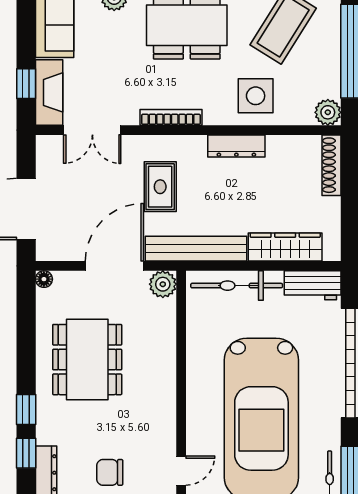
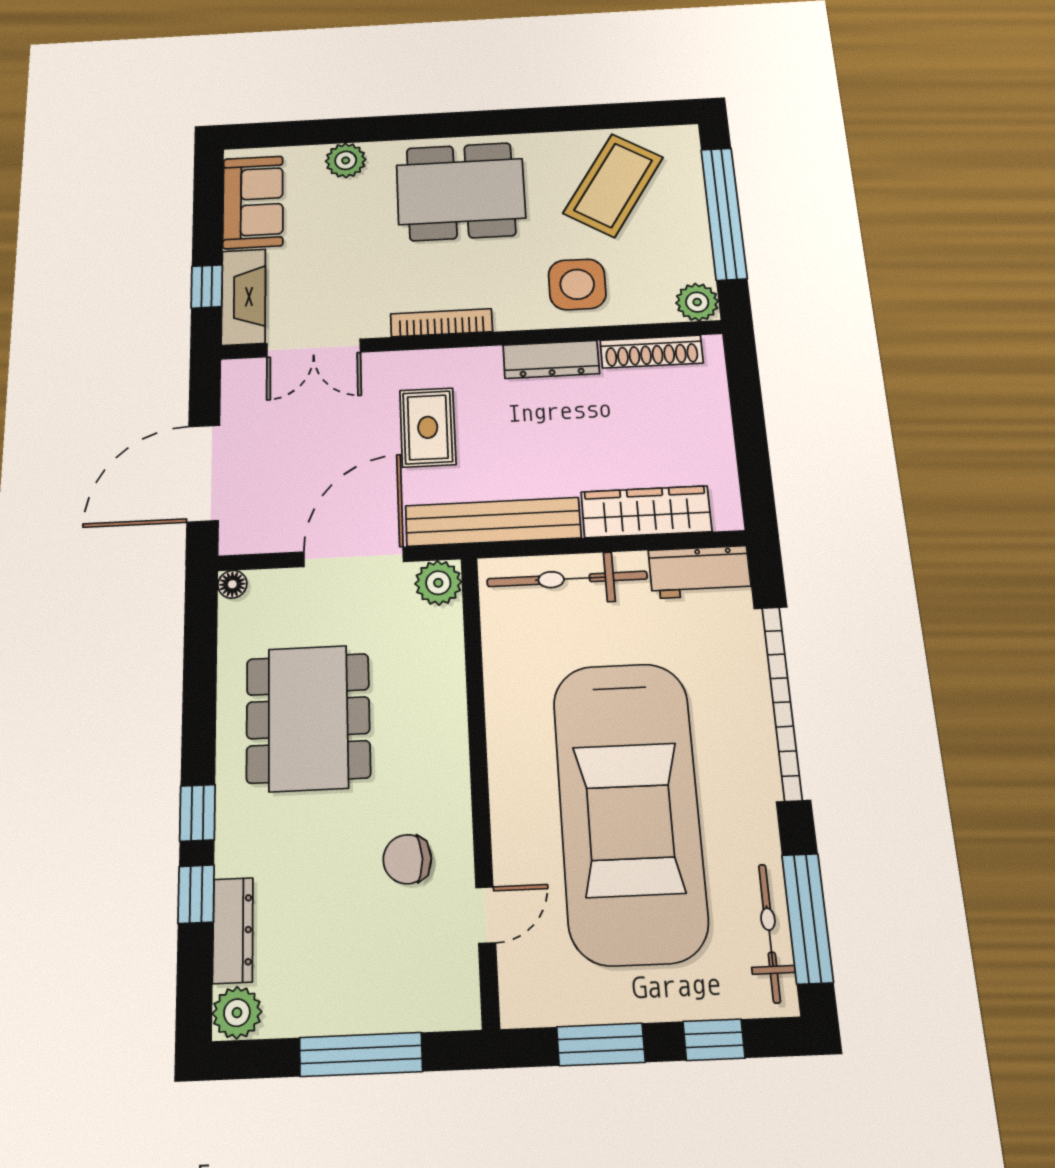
shoe rack: (331, 165) -> (651, 352), moved, turned -90
chair: (110, 472) -> (407, 859), moved

